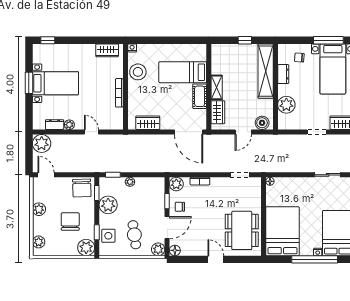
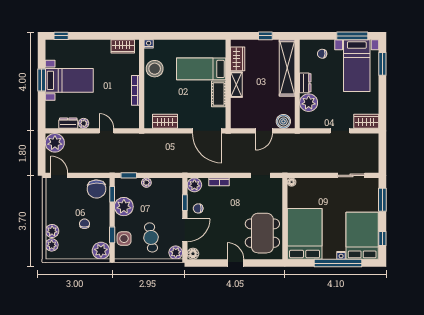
dresser: (283, 74) -> (305, 83), moved
wardrobe: (218, 112) -> (238, 59), moved
plant: (39, 209) -> (52, 231), moved
chair: (70, 221) -> (84, 224), width x0.54, depth x0.54

